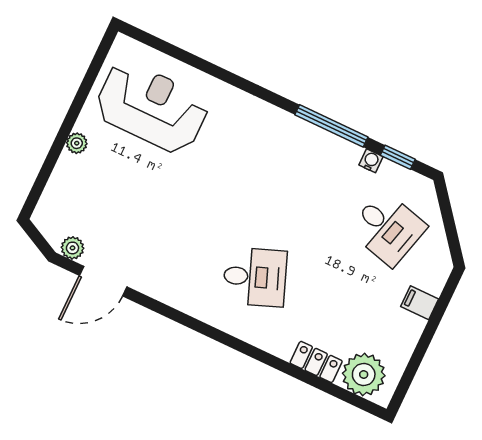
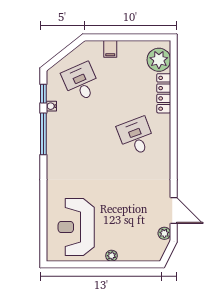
desk: (388, 228) -> (81, 82), turned -39
locker: (316, 362) -> (164, 93), width x1.53

